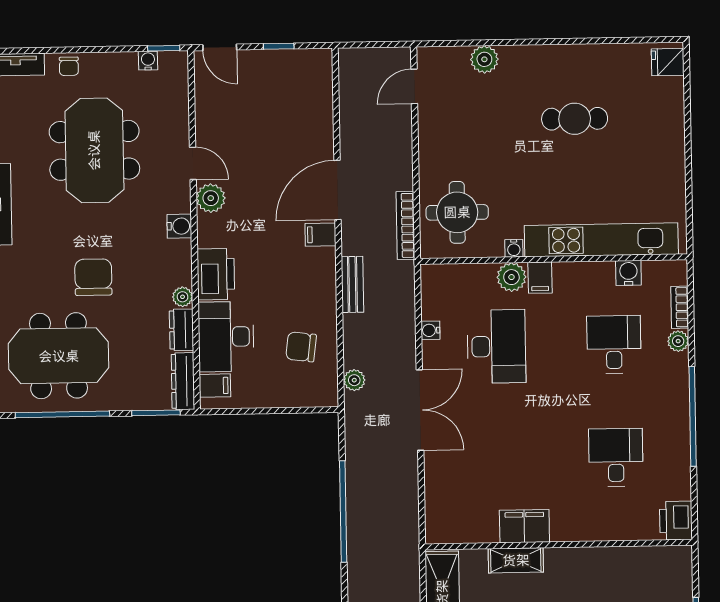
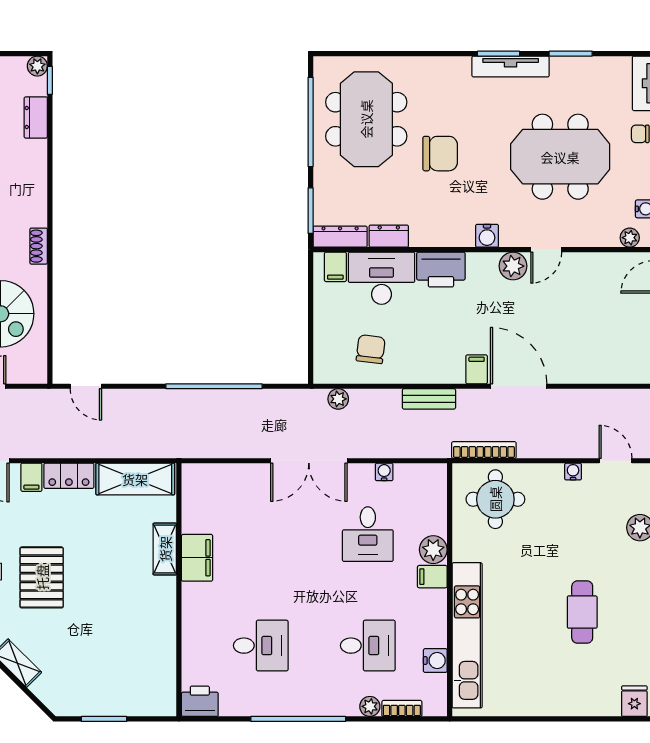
water cooler: (514, 248) -> (573, 472), moved, turned 90
plant: (182, 297) -> (630, 238), moved
desk: (496, 346) -> (368, 534), width x0.73

